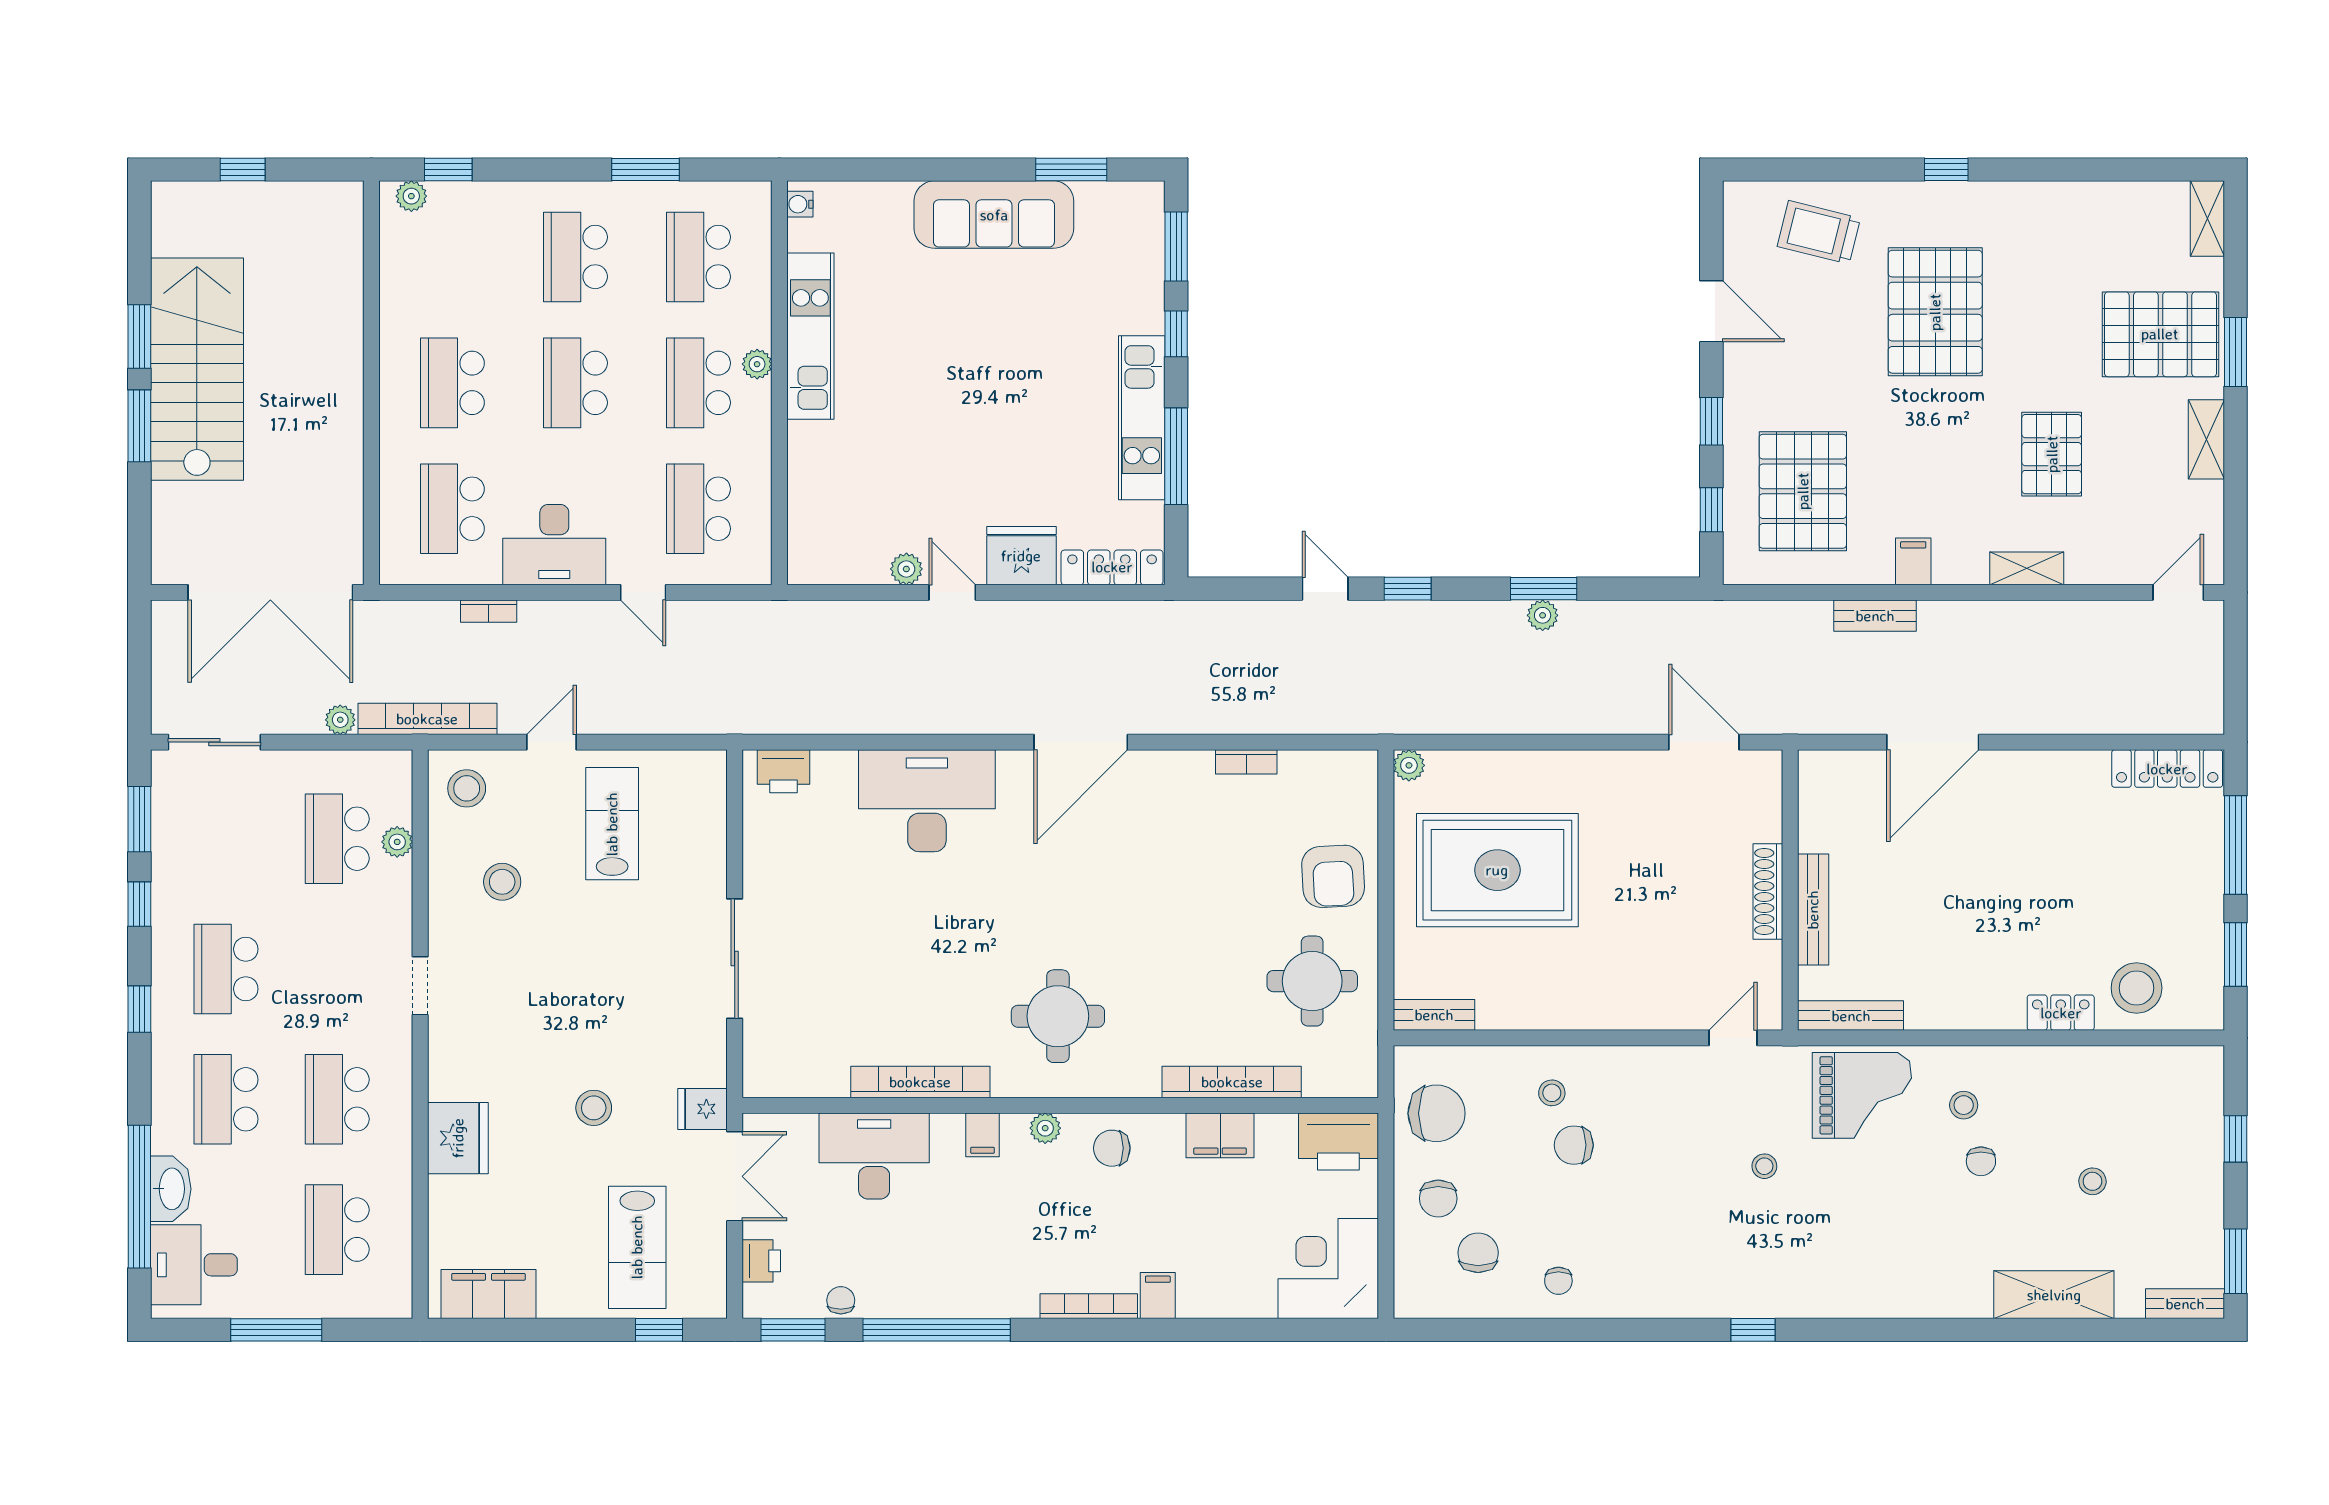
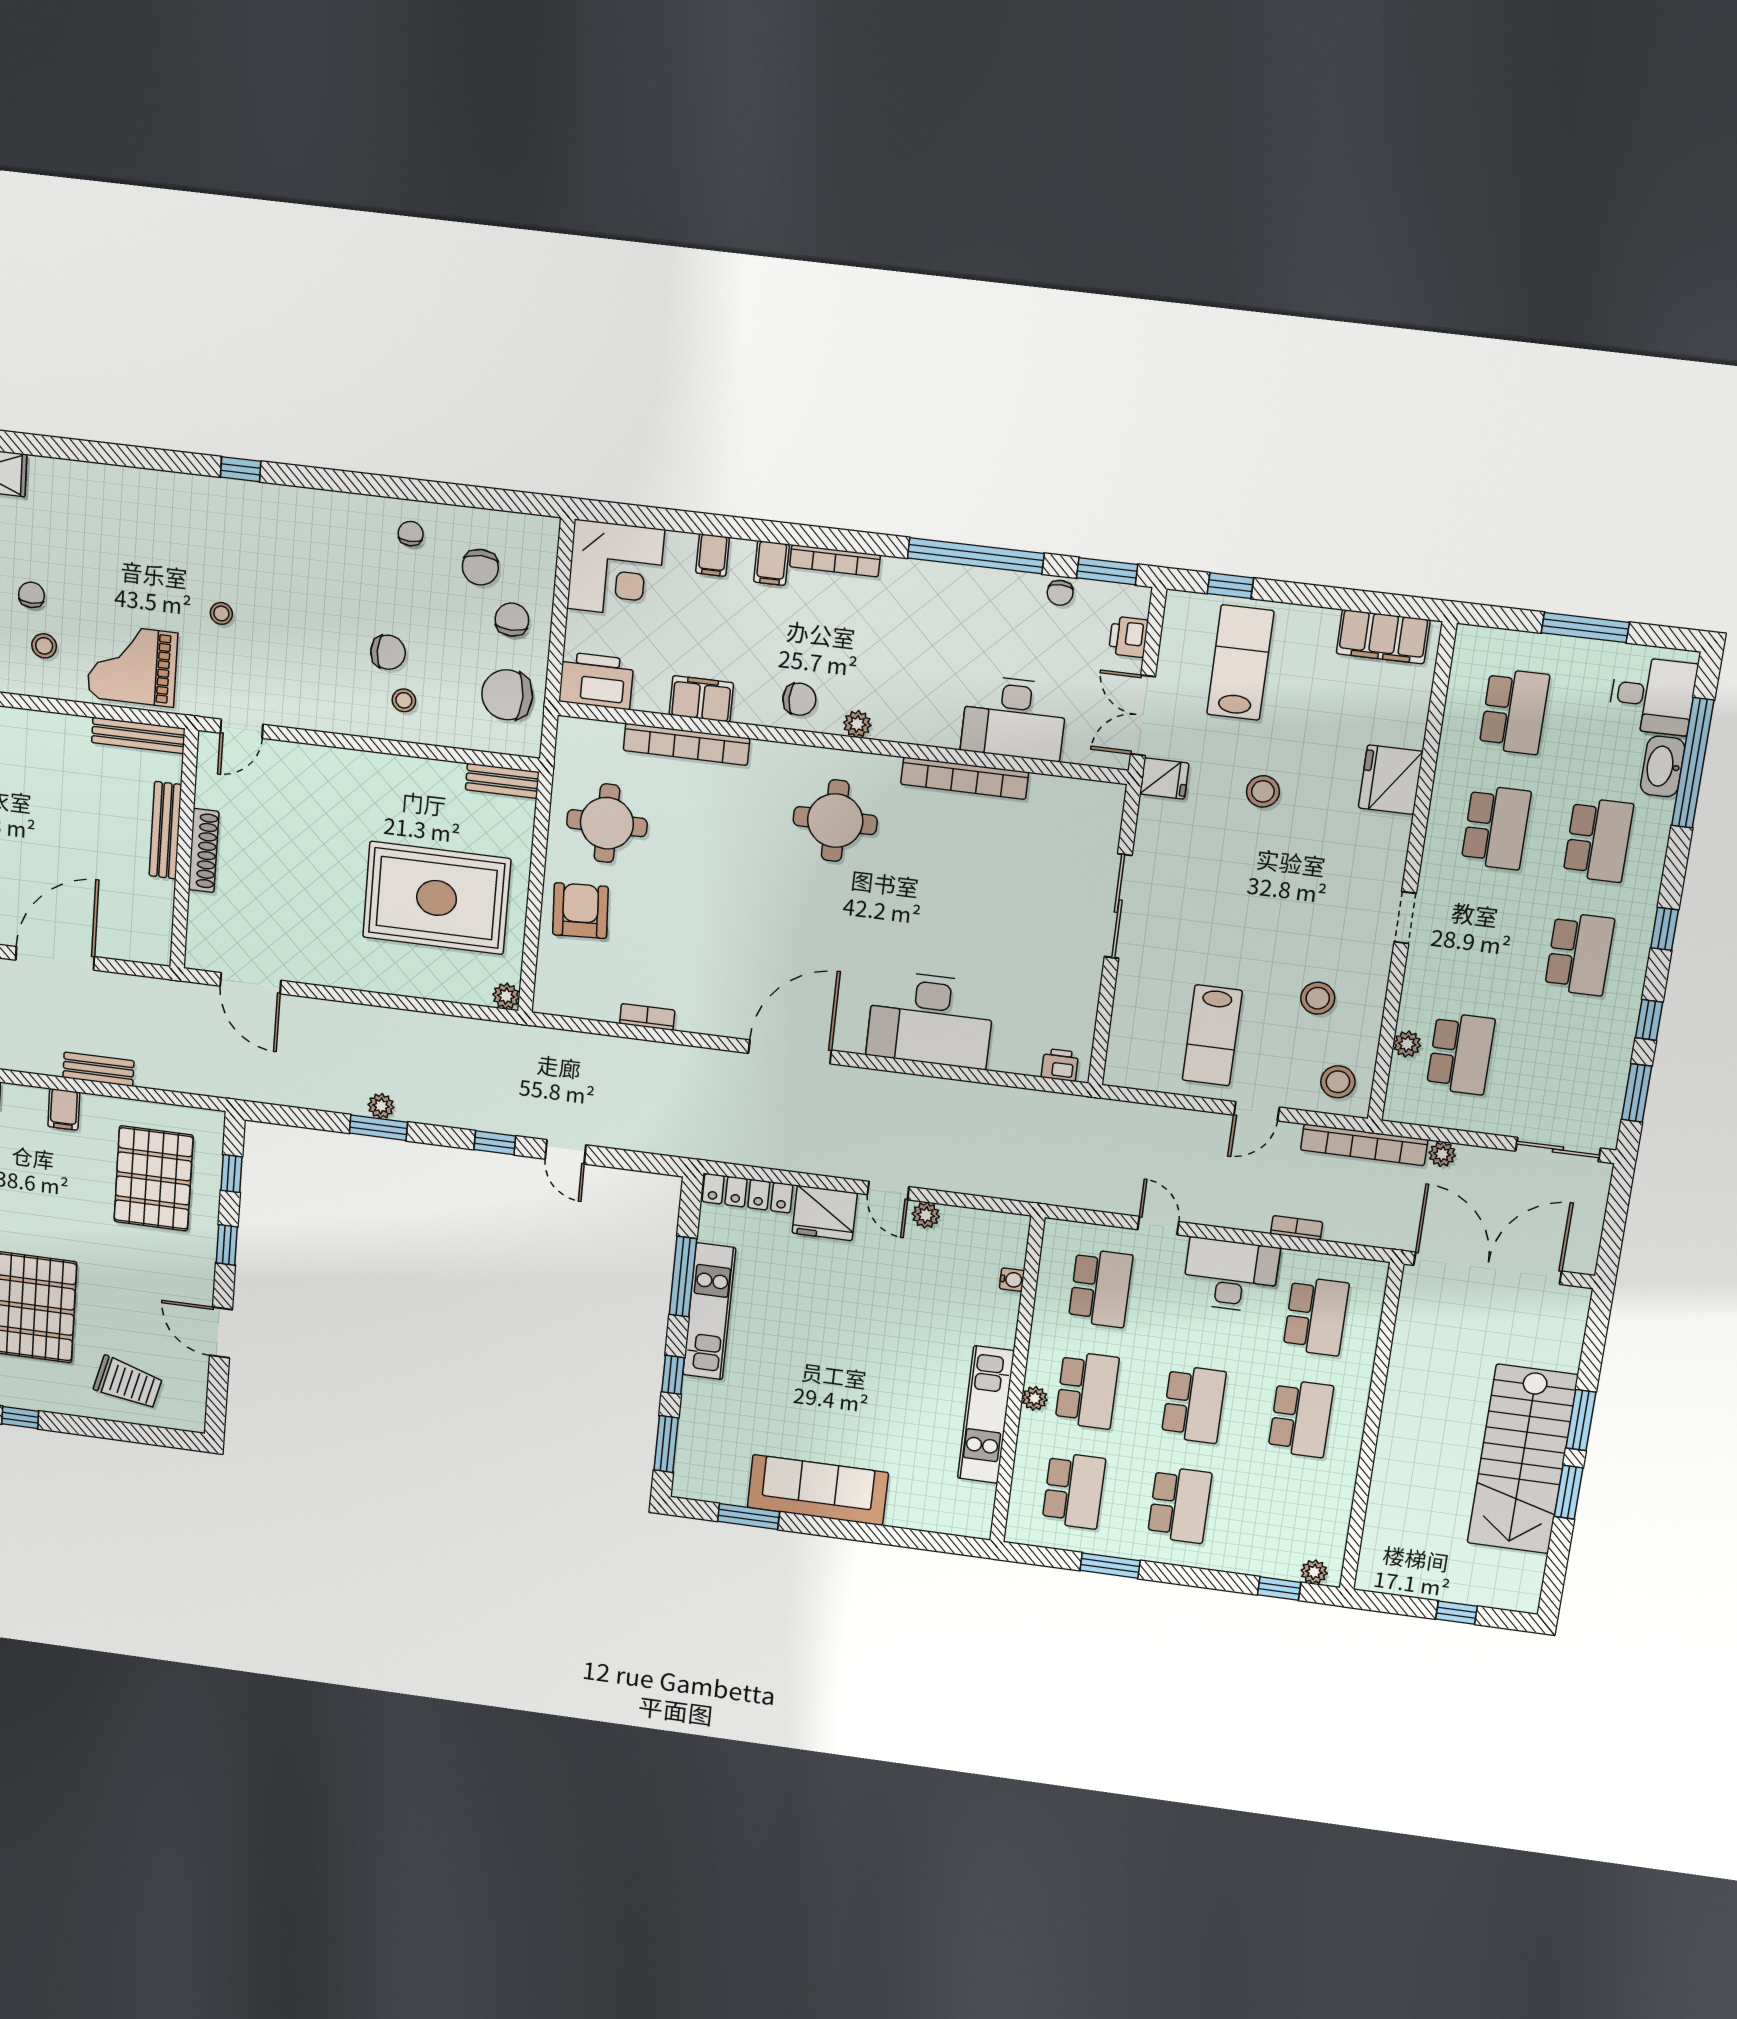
water cooler: (800, 204) -> (1012, 1280), moved
printer: (783, 771) -> (1060, 1065), width x0.73, depth x0.81
filing cabinet: (982, 1135) -> (713, 555), moved, turned 180

